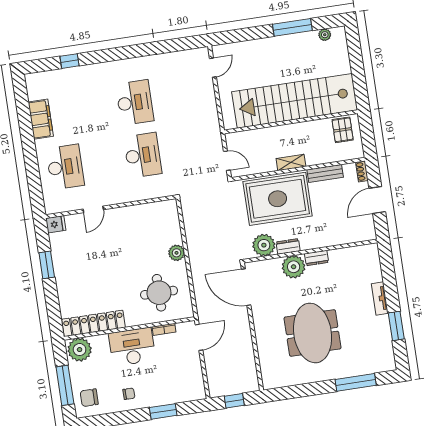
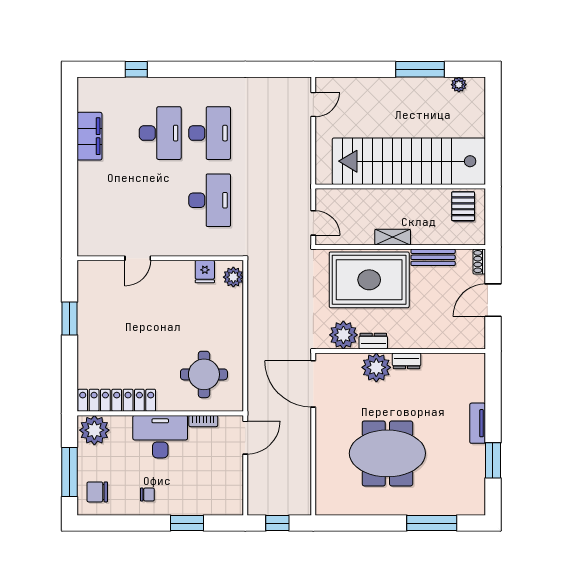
desk: (65, 167) -> (160, 133), moved
fridge: (56, 224) -> (205, 272), moved, turned 90
plant: (177, 253) -> (233, 277), moved
meeting table: (313, 333) -> (387, 453), turned 90

